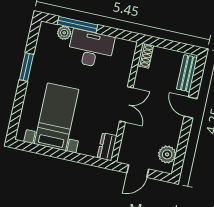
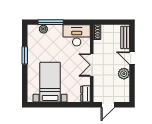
desk: (91, 49) -> (77, 35), moved
double door: (126, 104) -> (92, 65), swing flipped
plant: (167, 154) -> (124, 74), moved

